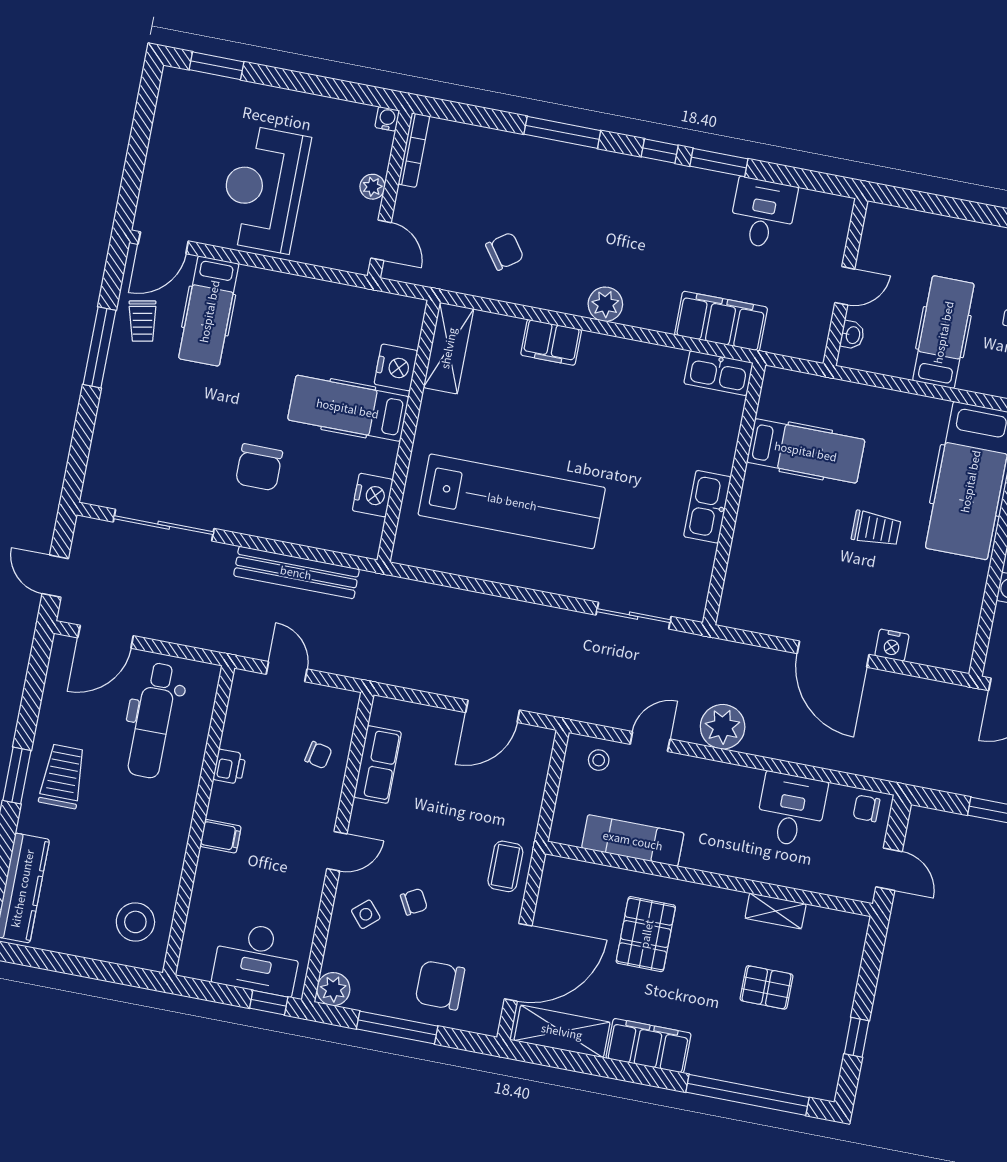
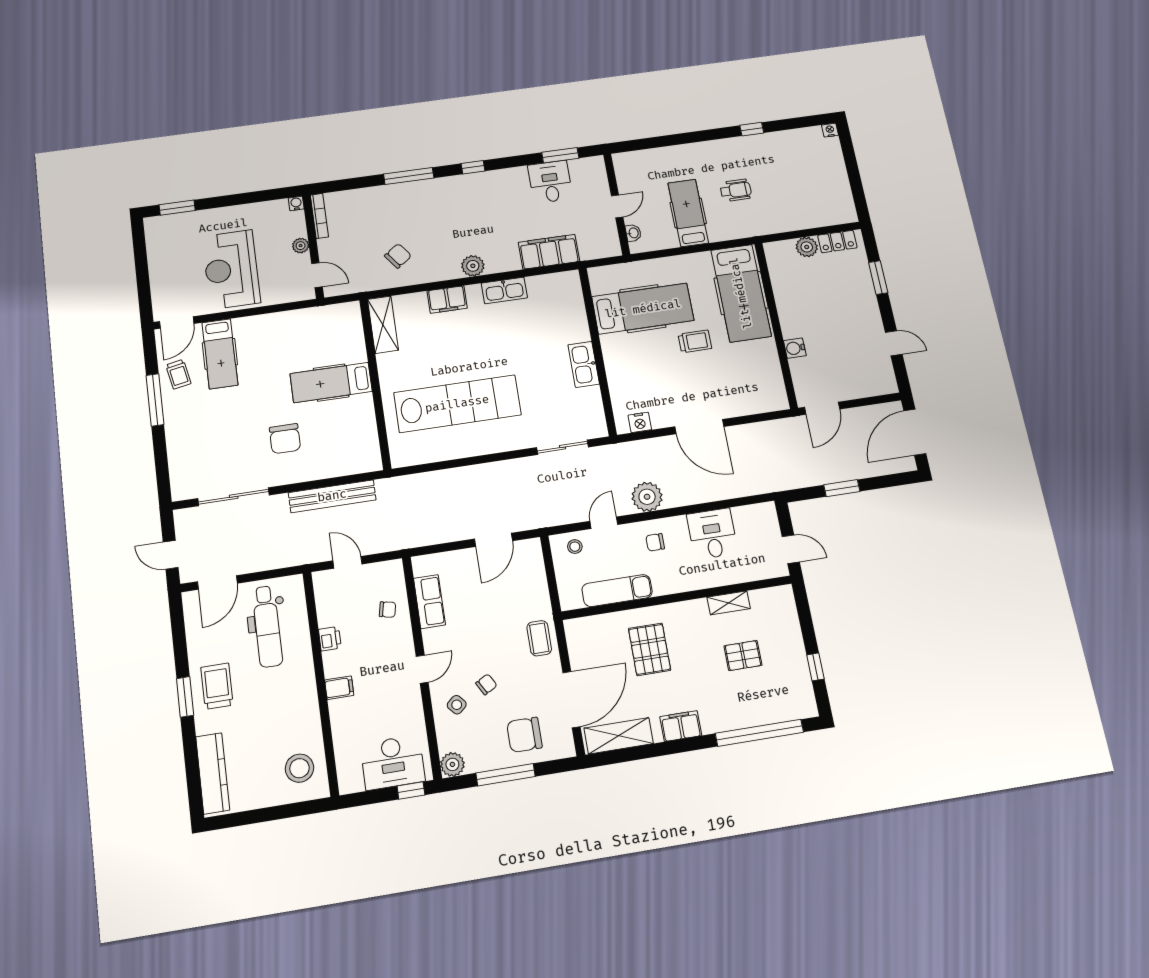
window: (719, 162) -> (560, 155), moved
nightstand: (396, 367) -> (353, 348), removed
kitchen sink: (718, 373) -> (504, 290), moved
hospital bed: (806, 451) -> (643, 309), width x1.37, depth x1.29
nightstand: (373, 495) -> (366, 431), removed
nightstand: (892, 645) -> (640, 422), moved
chair: (866, 808) -> (655, 542), moved
filing cabinet: (648, 1046) -> (681, 726), width x0.67, depth x0.86

